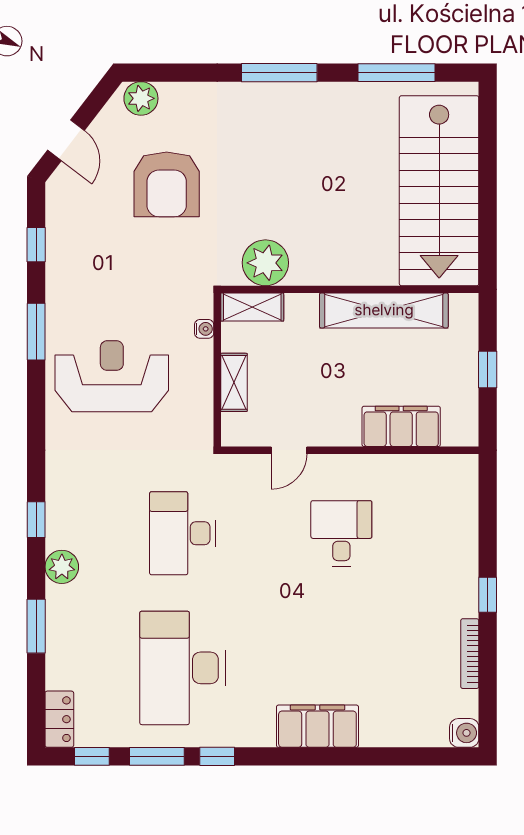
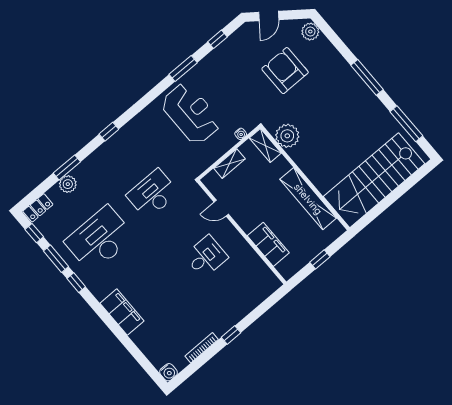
armchair: (167, 184) -> (285, 71), turned 90
plant: (62, 567) -> (68, 184), moved

